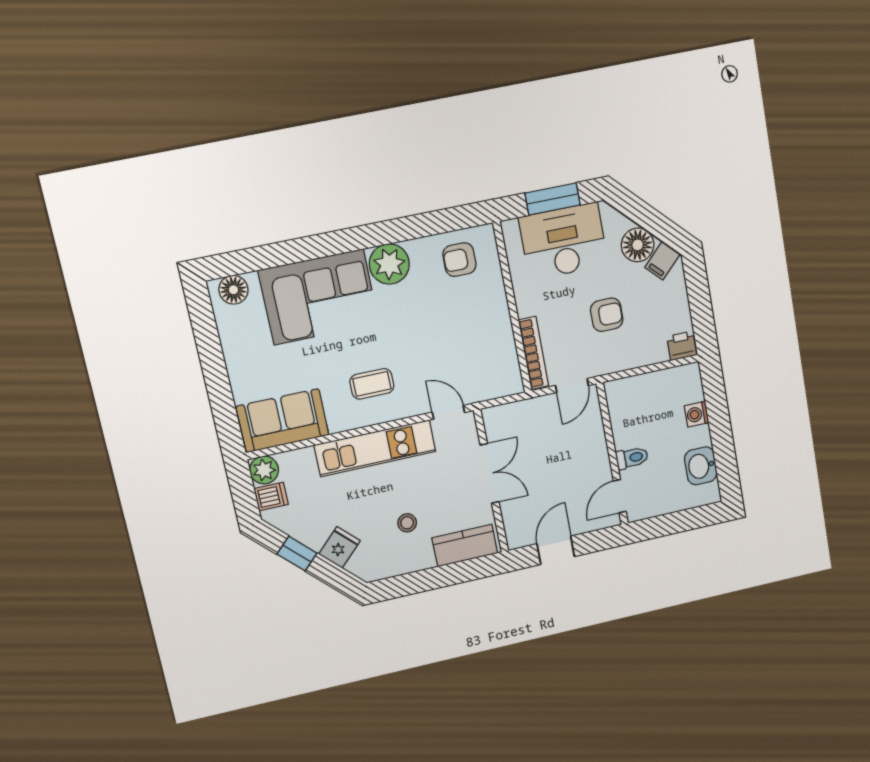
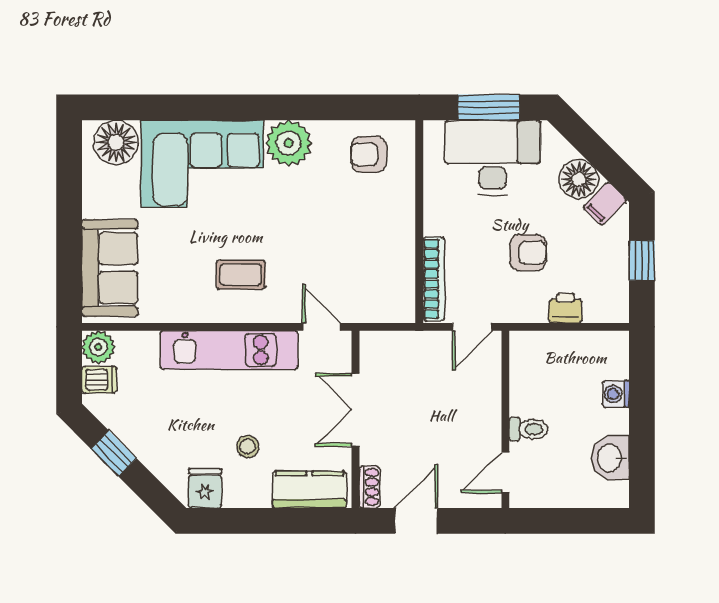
floor lamp: (233, 290) -> (116, 142), width x1.38, depth x1.38
window: (700, 302) -> (642, 261), added
printer: (682, 346) -> (565, 308), moved
sofa: (283, 421) -> (110, 268), moved, turned 90
double door: (490, 473) -> (355, 410), swing flipped
shoe rack: (513, 532) -> (369, 487), added
fridge: (340, 547) -> (205, 488), moved, turned -45

